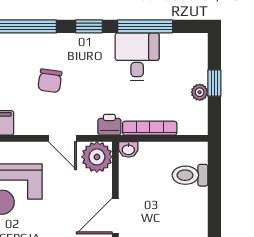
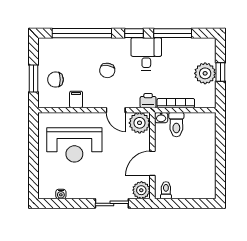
desk: (137, 57) -> (146, 54), moved
plant: (200, 92) -> (205, 73), width x1.88, depth x1.88
toilet: (190, 175) -> (176, 125), moved, turned -90

